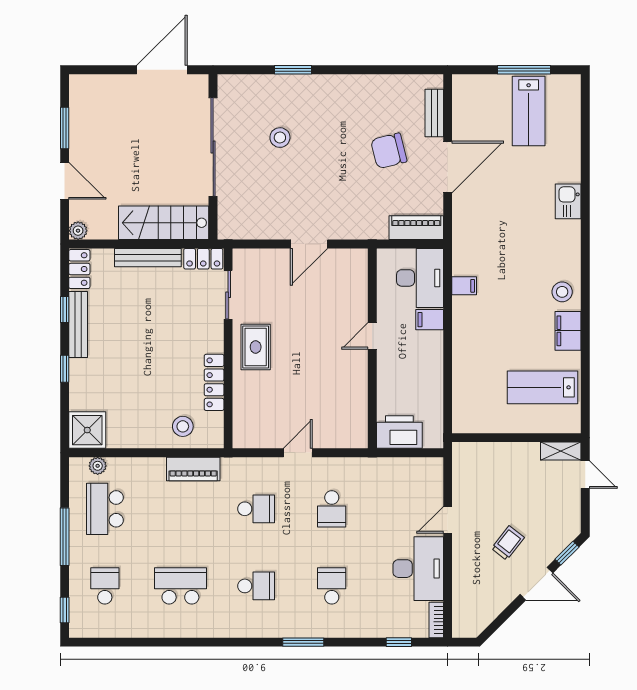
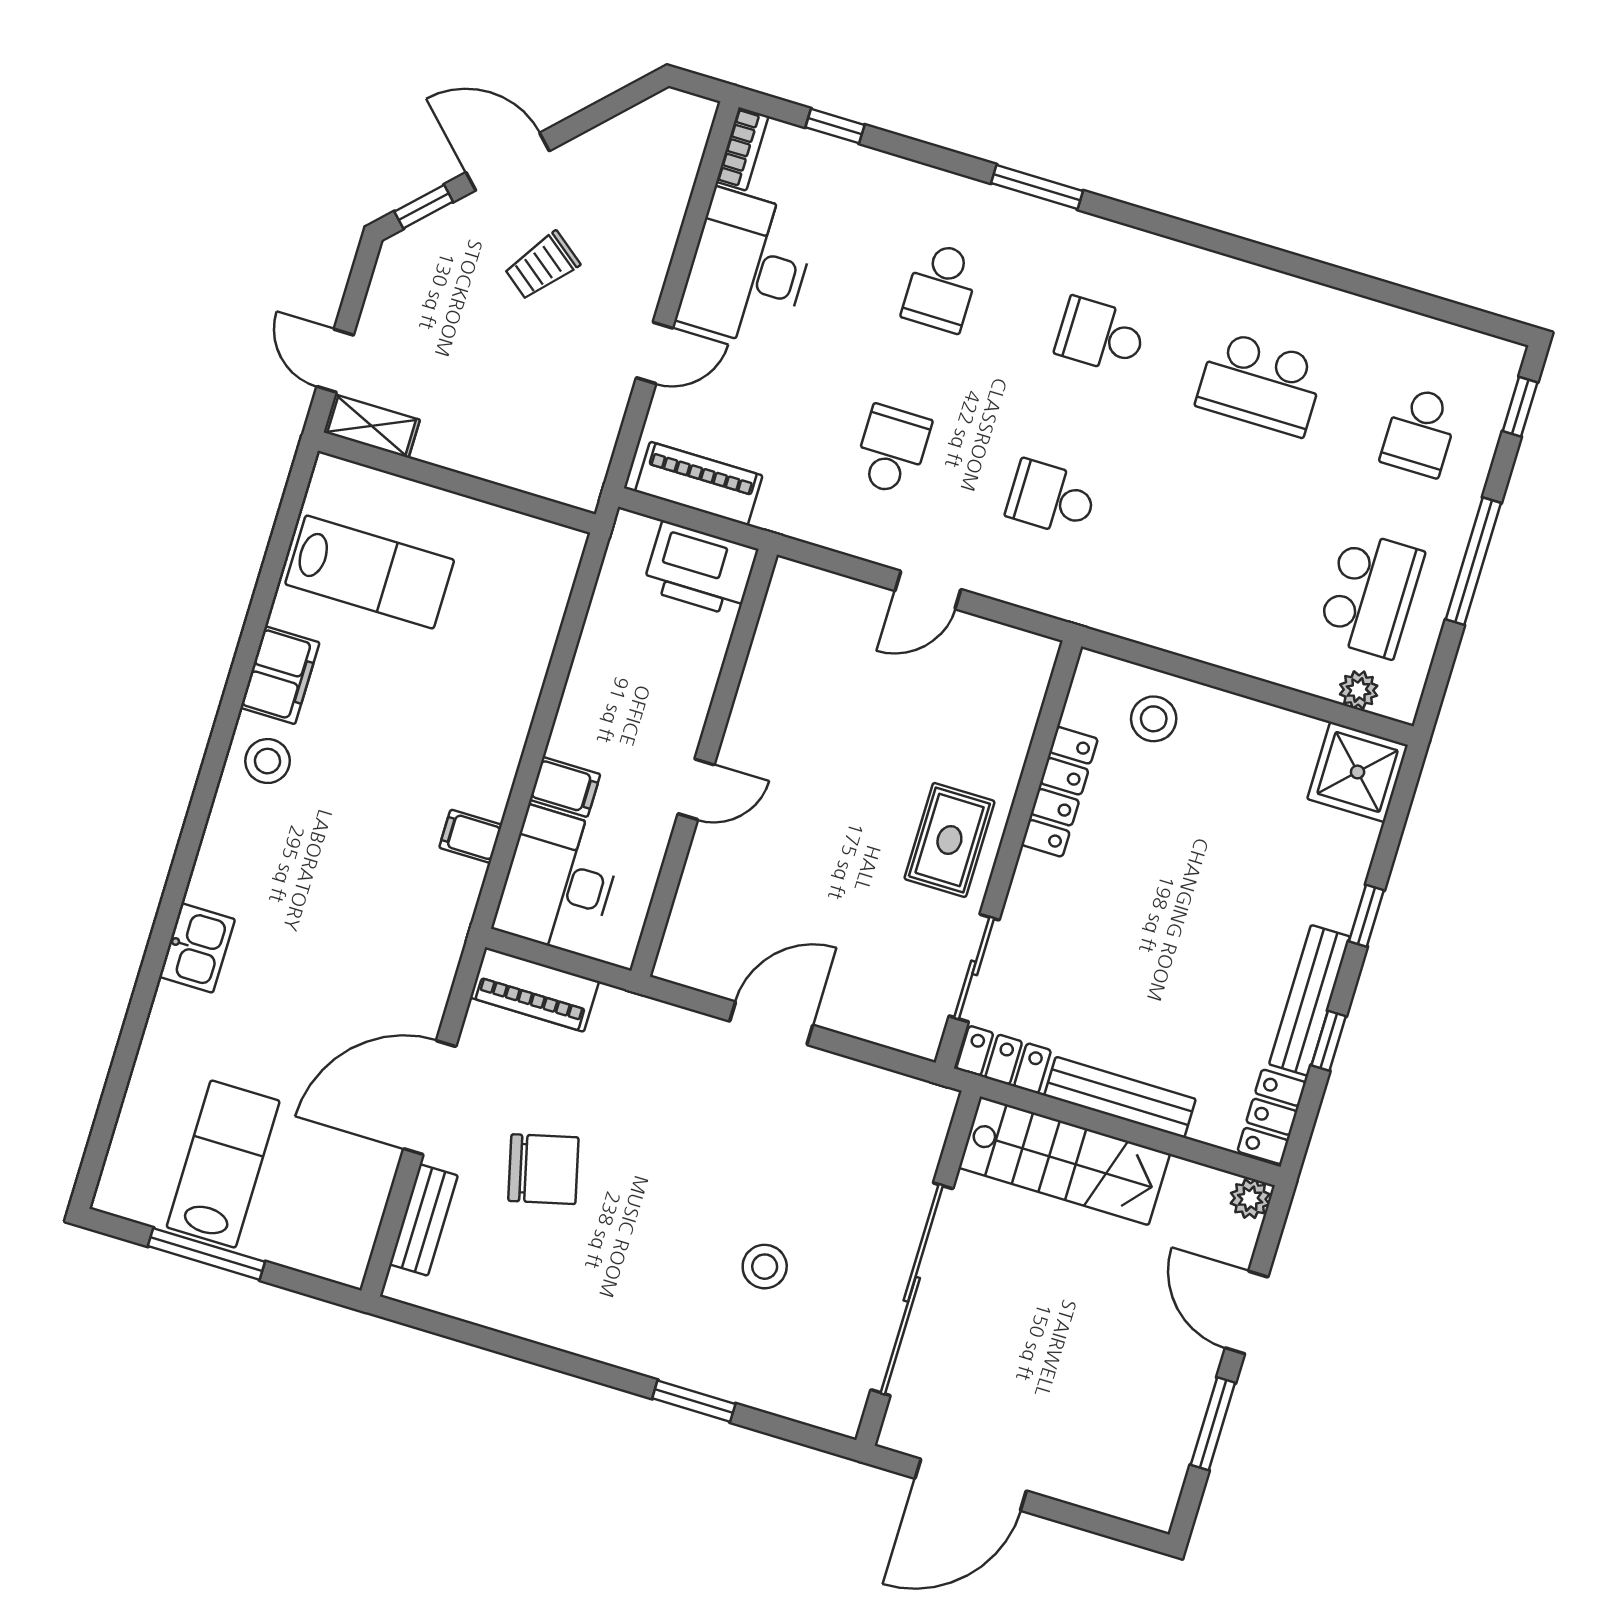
piano: (193, 469) -> (699, 483), moved

